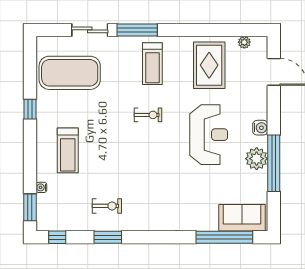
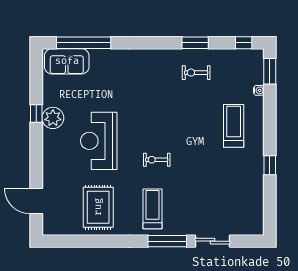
plant: (244, 42) -> (65, 229), removed
exercise mat: (70, 73) -> (232, 200), removed
water cooler: (260, 128) -> (49, 147), removed
window: (274, 163) -> (36, 113), width x0.32

